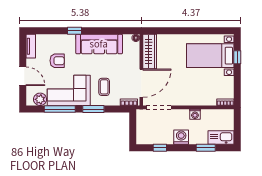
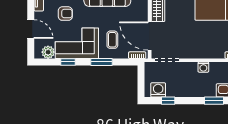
door: (141, 83) -> (150, 36), swing flipped
window: (60, 109) -> (68, 62), width x0.46
washing machine: (181, 137) -> (158, 90), moved

